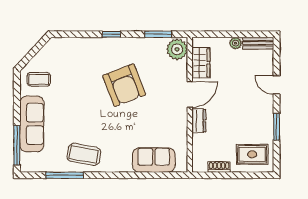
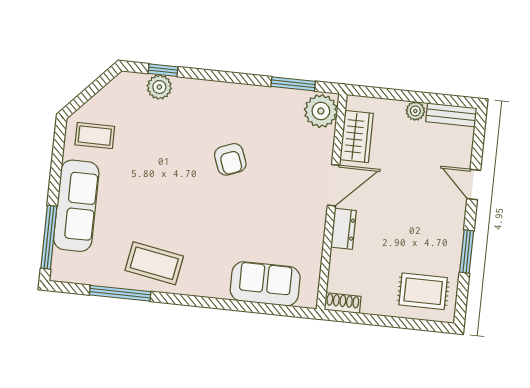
window: (111, 34) -> (163, 70), moved
plant: (75, 45) -> (159, 87), added
armchair: (124, 85) -> (230, 159), width x0.53, depth x0.53
shoe rack: (219, 167) -> (343, 303), moved

